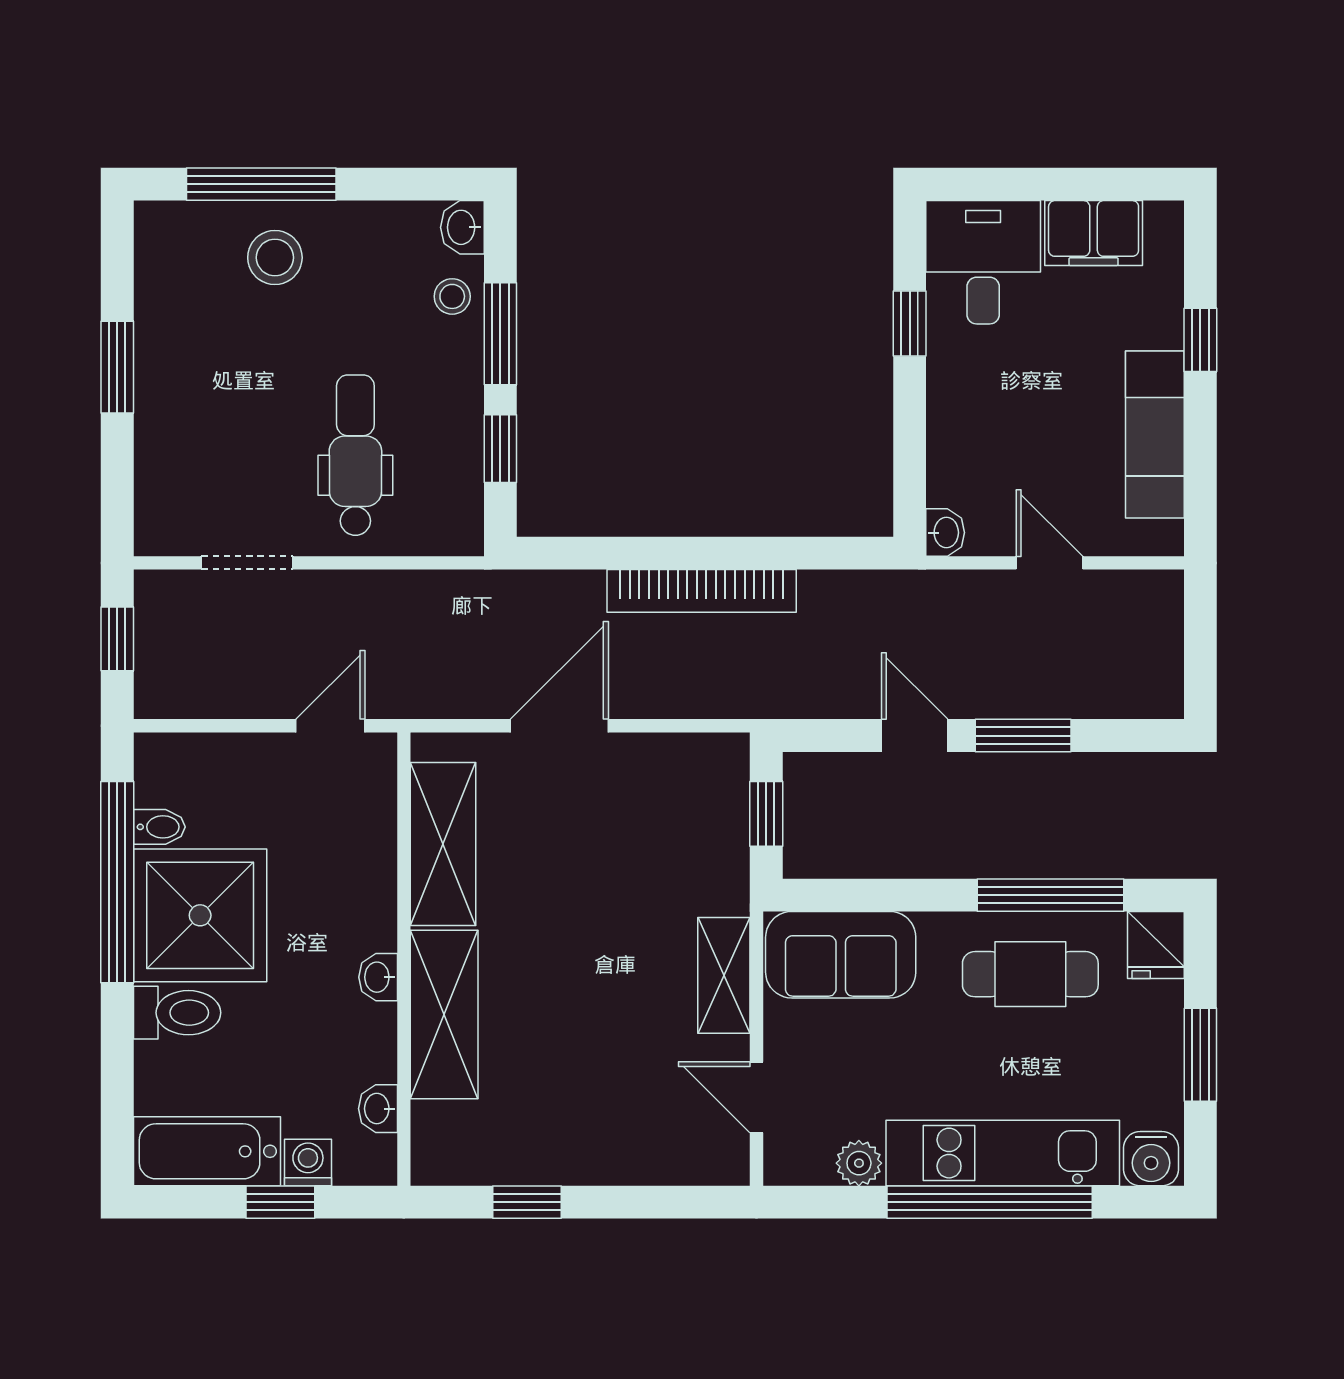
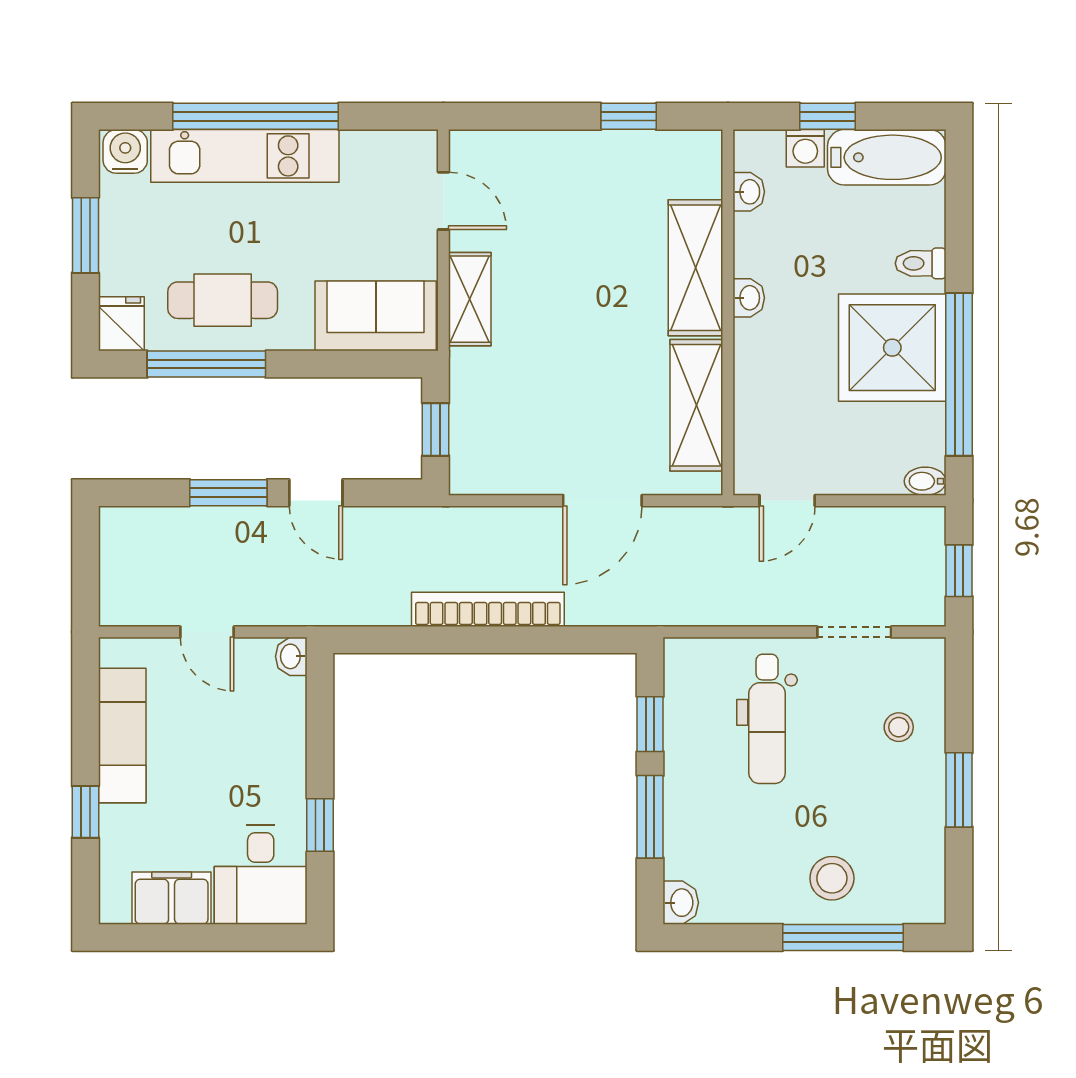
stool: (452, 296) -> (899, 727), moved
bidet: (159, 827) -> (925, 481), moved
toilet: (177, 1013) -> (921, 263), width x0.73, depth x0.72
plant: (859, 1163) -> (361, 148), removed

